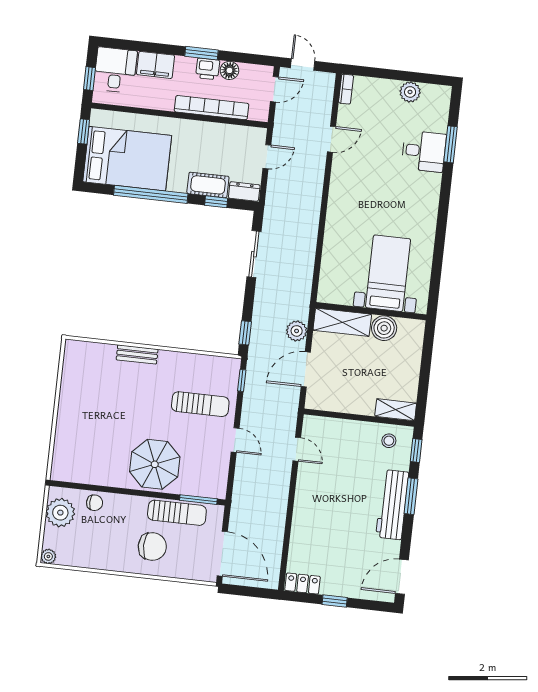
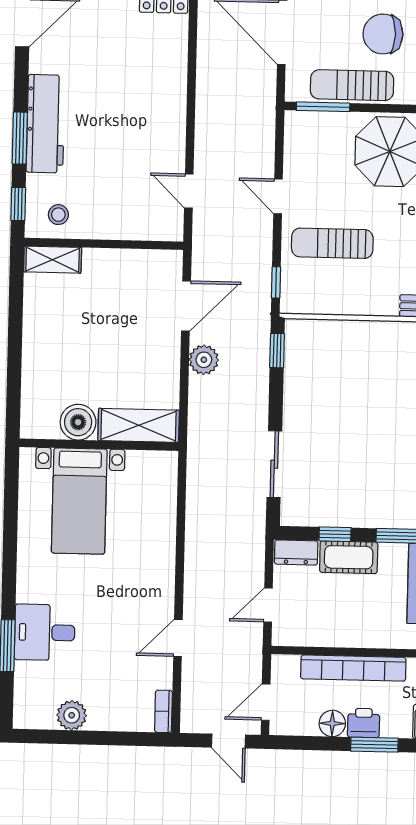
bed with nightstands: (388, 273) -> (79, 501), moved
wall: (371, 311) -> (99, 445), moved
shelving: (342, 322) -> (139, 425), moved
boiler: (384, 328) -> (78, 422), moved

